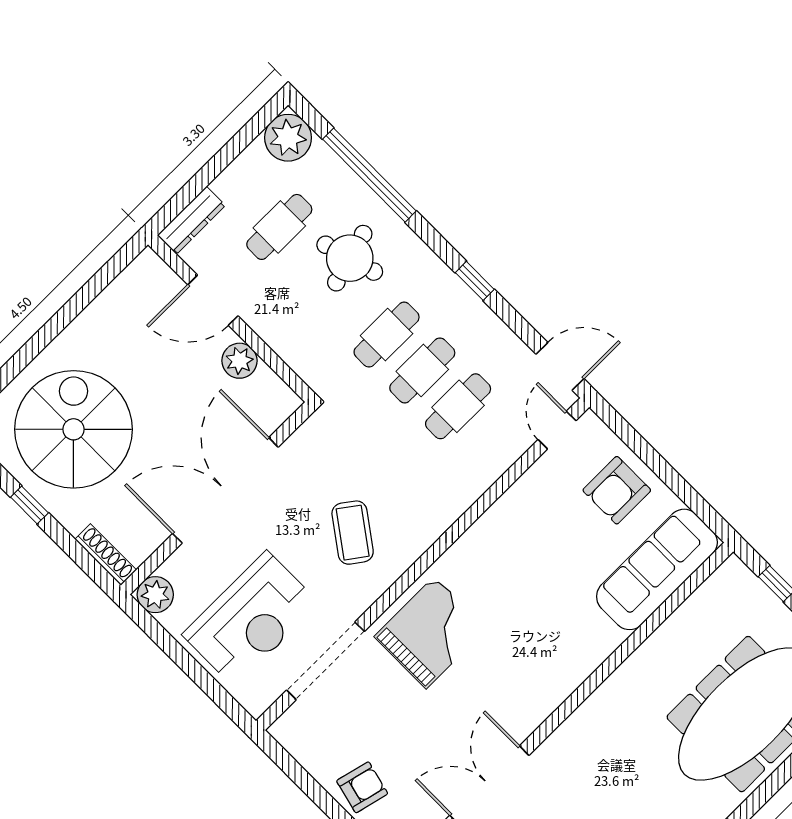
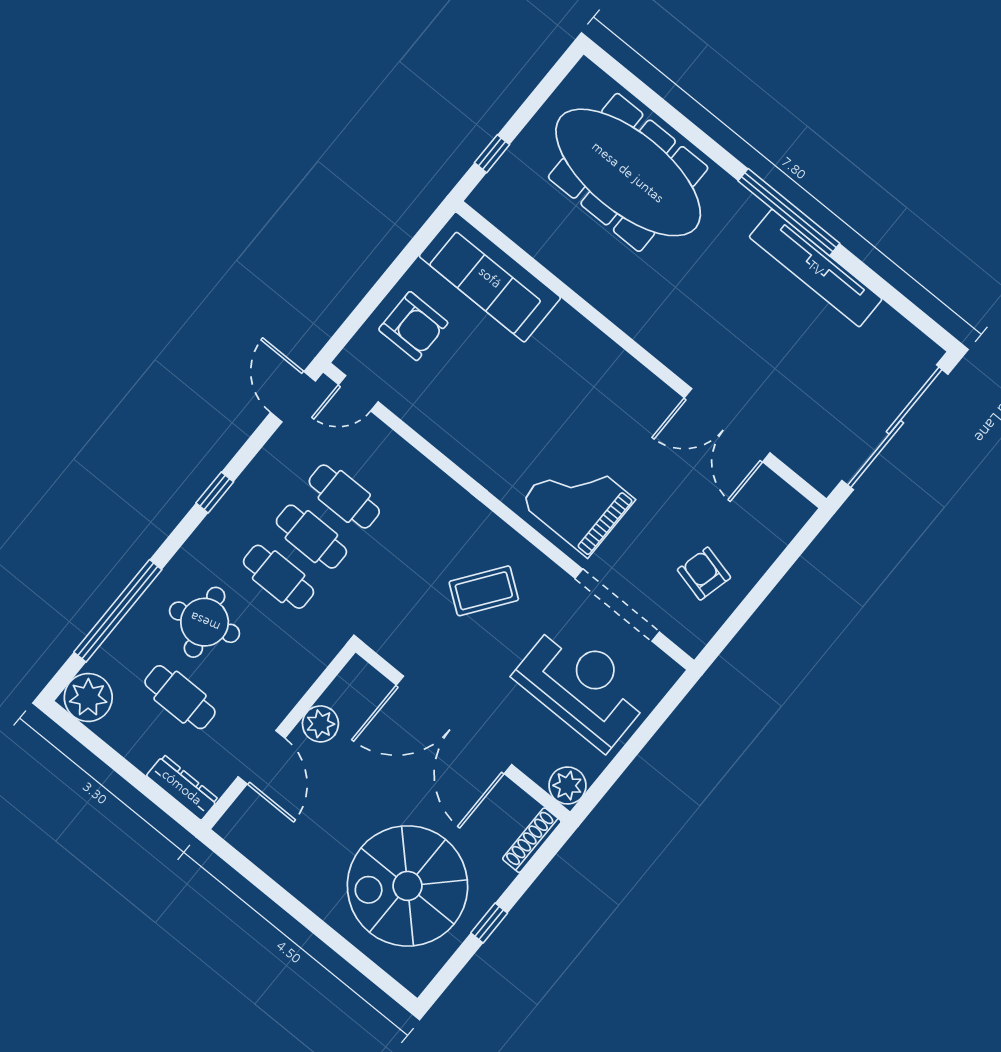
armchair: (362, 787) -> (704, 574), moved

